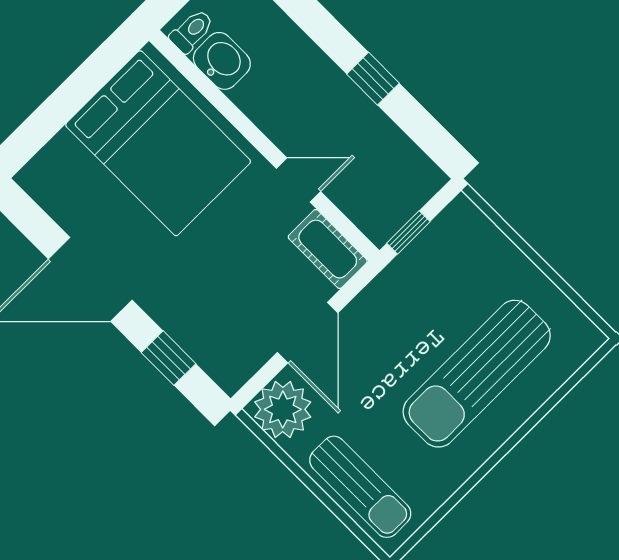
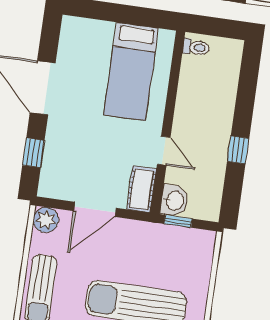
washbasin: (222, 61) -> (174, 201), moved
bed: (158, 143) -> (131, 71), width x0.67
plant: (283, 409) -> (46, 220), width x0.73, depth x0.73

